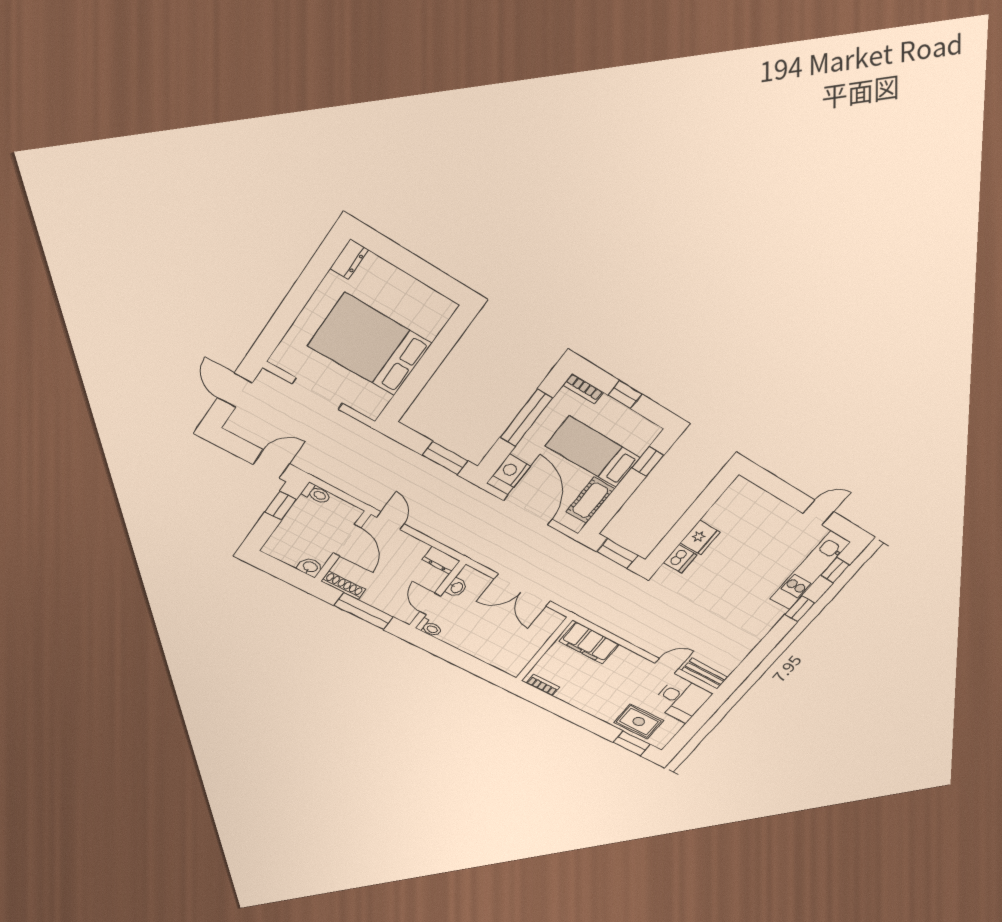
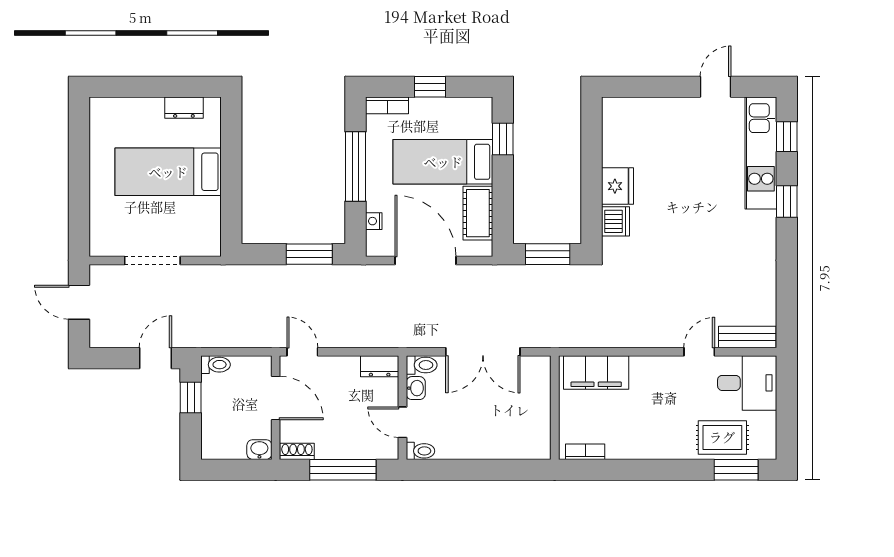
dresser: (349, 259) -> (184, 108), moved, turned 90
bed: (370, 345) -> (168, 172), width x0.67
nightstand: (512, 471) -> (374, 221), width x0.53, depth x0.56
toilet: (472, 575) -> (422, 365), added
shoe rack: (343, 585) -> (297, 451), width x0.70

